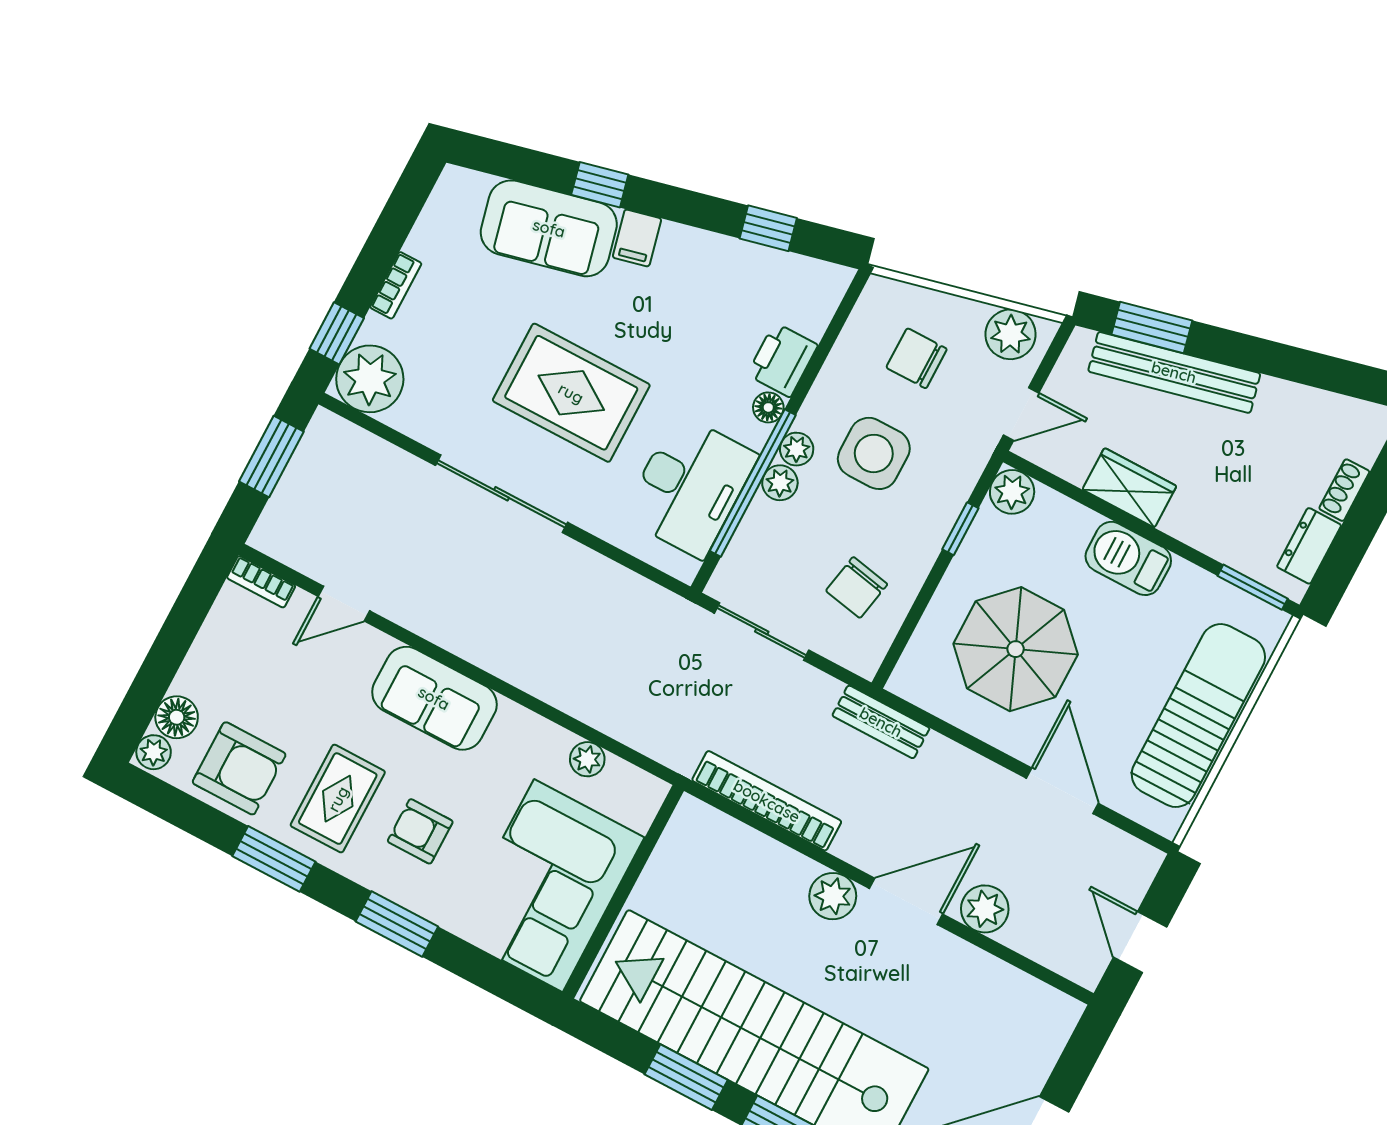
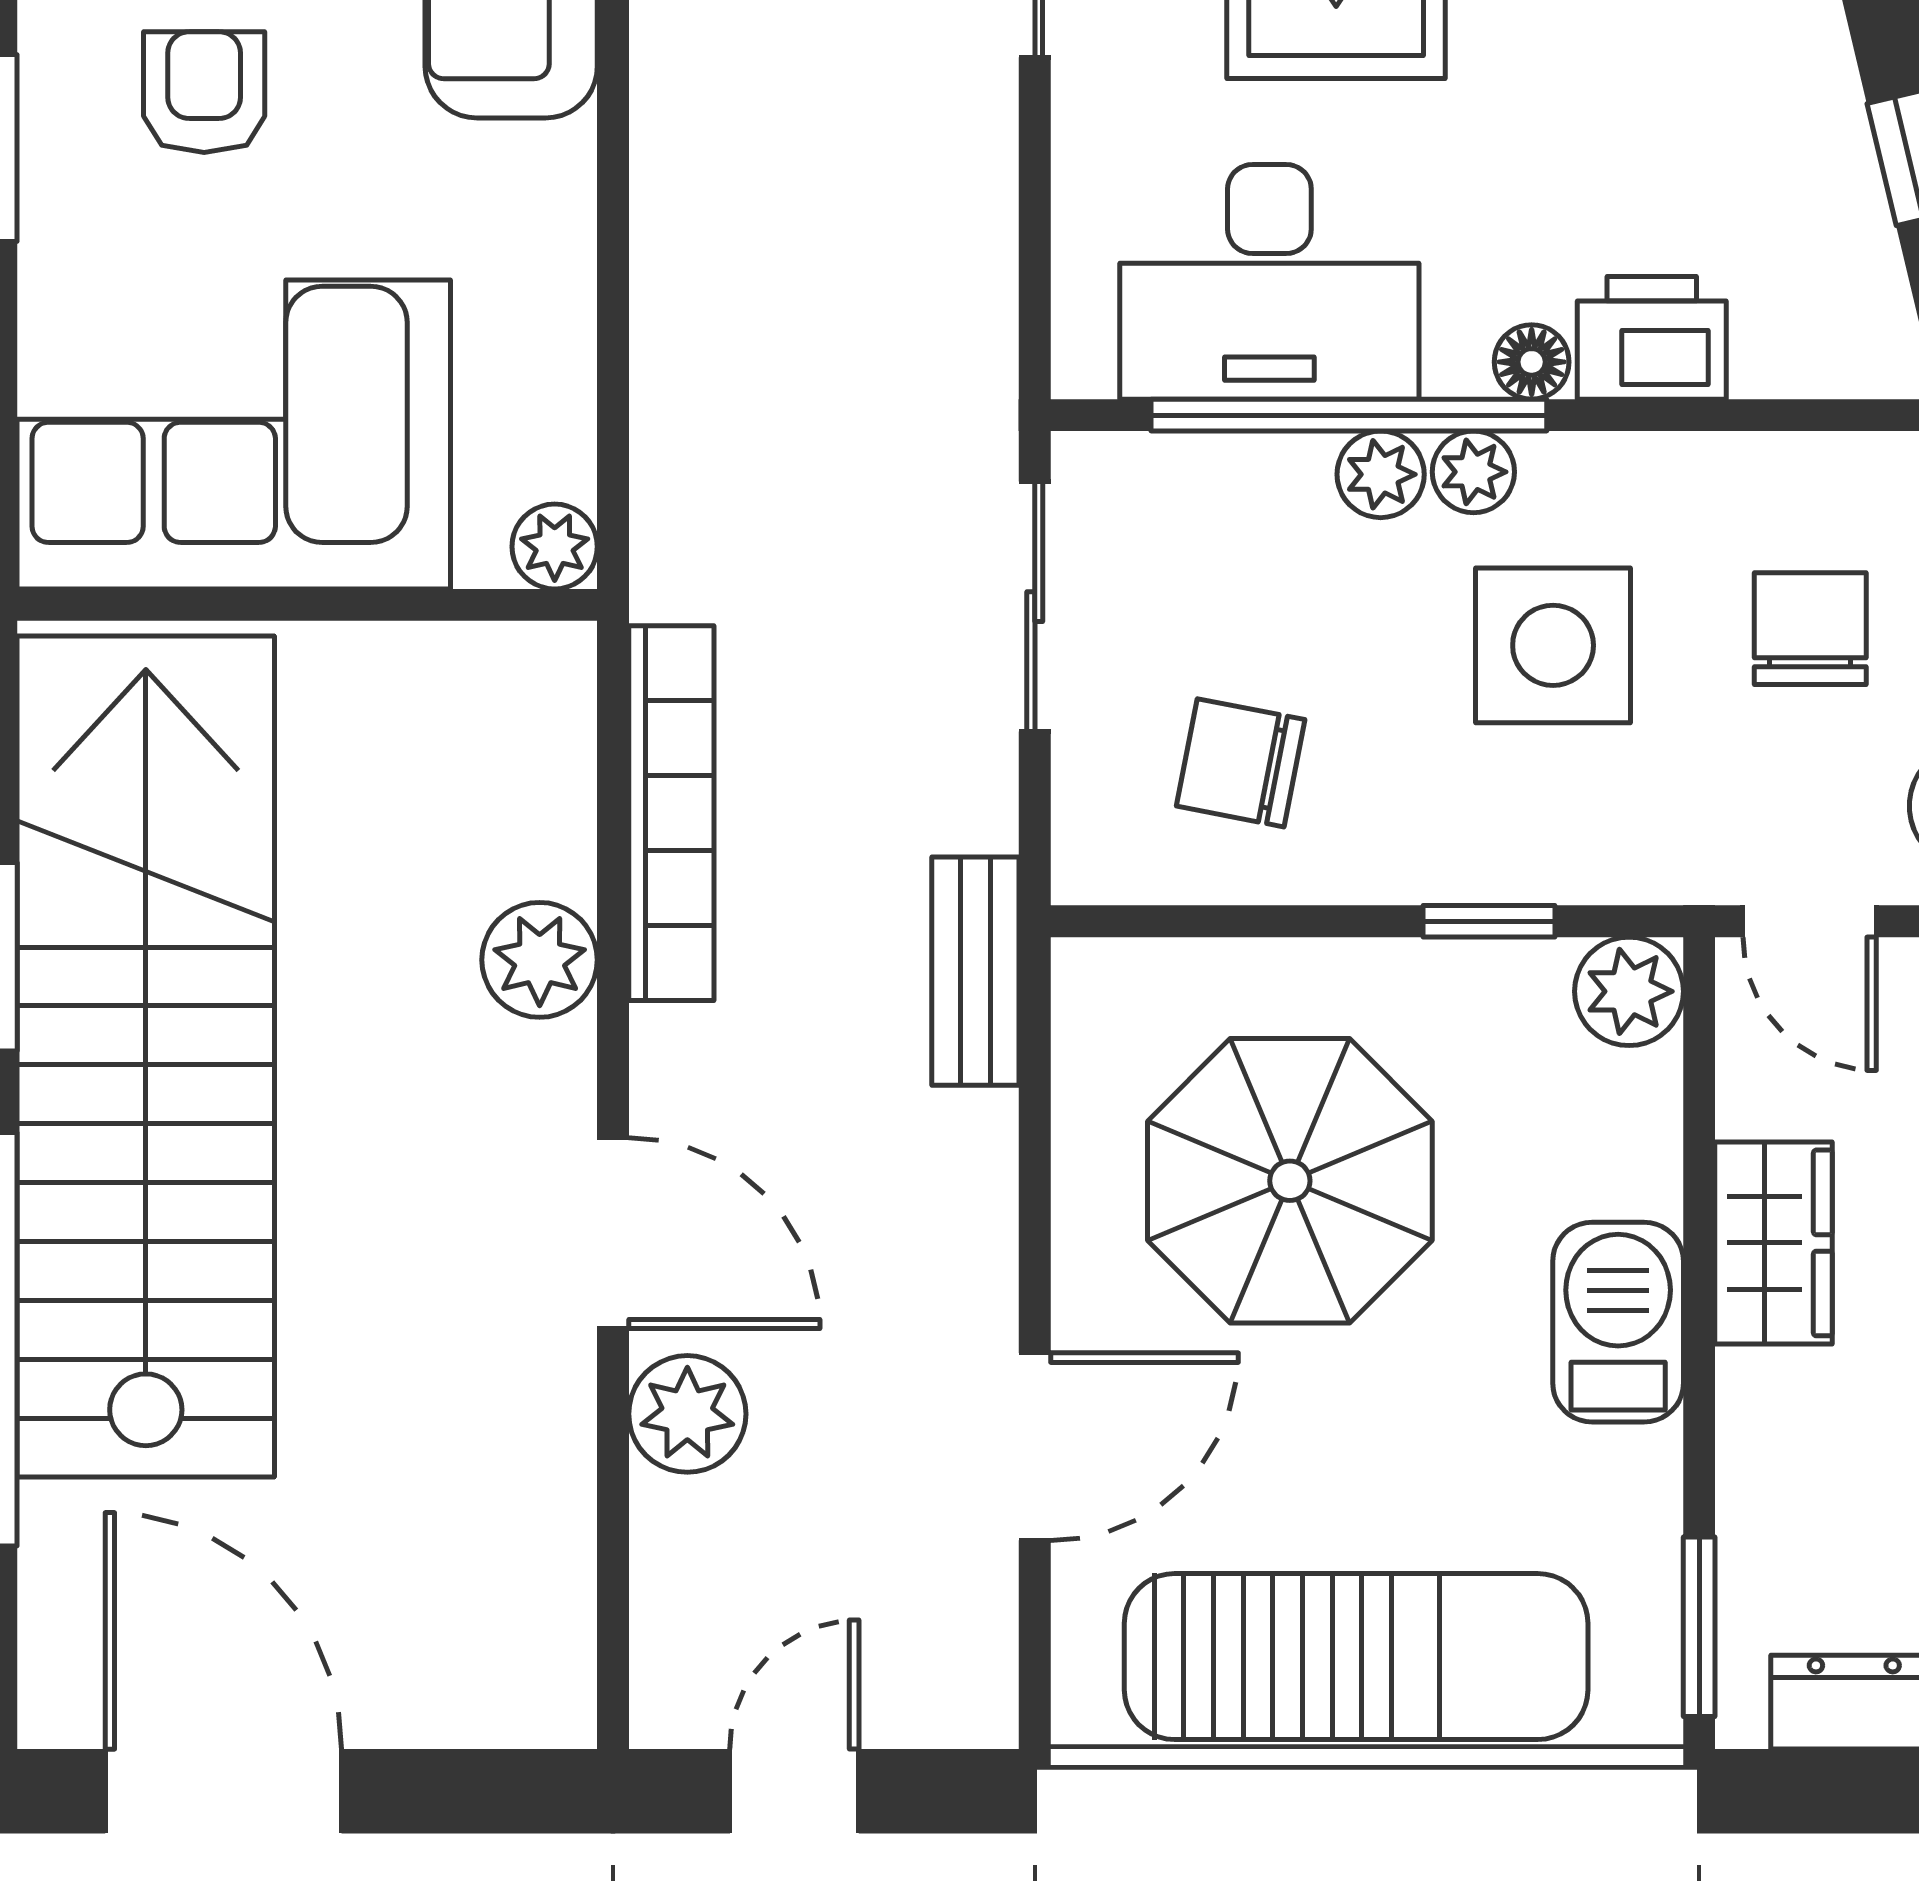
plant: (587, 759) -> (555, 547), moved
plant: (833, 896) -> (540, 960), moved

